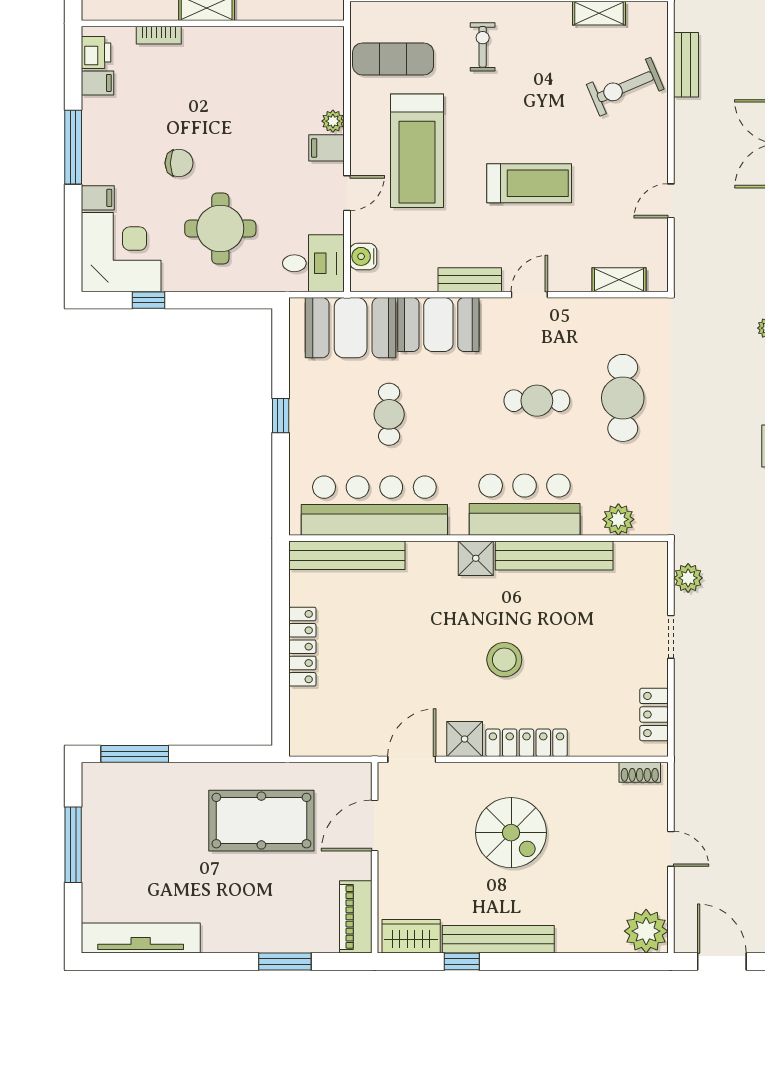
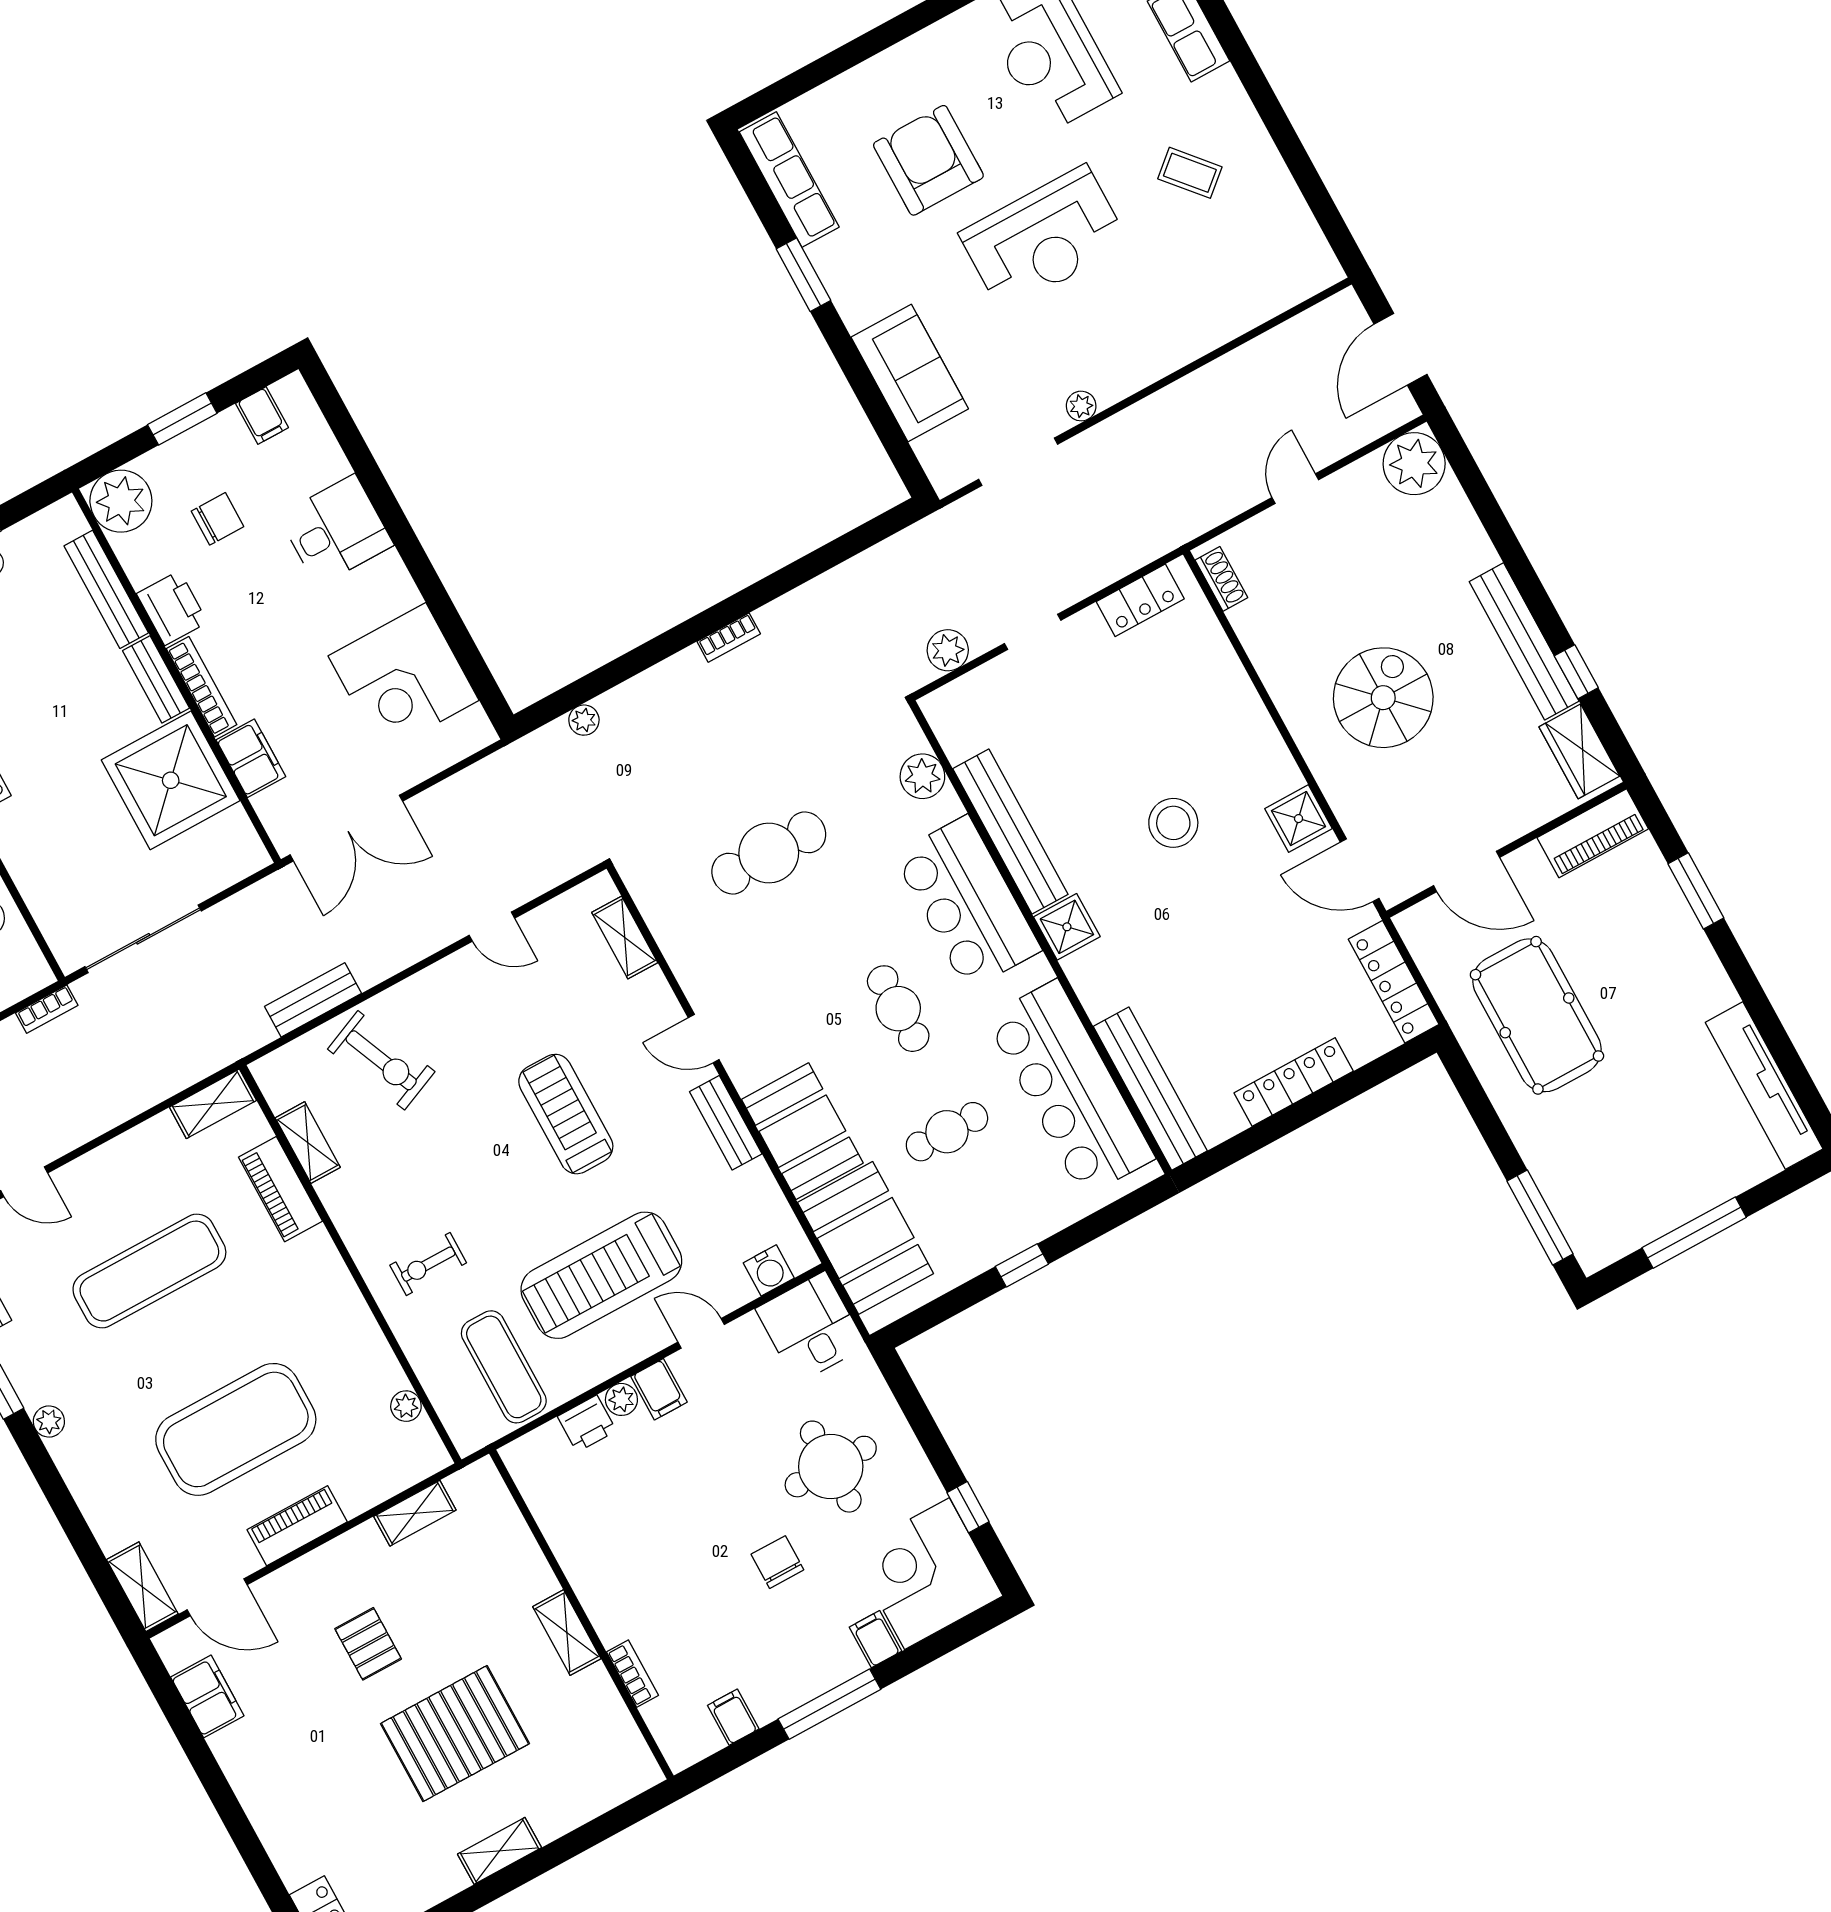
printer: (96, 53) -> (587, 1424), moved, turned 180
treadmill: (417, 151) -> (601, 1275), turned 180
cafe table: (537, 401) -> (898, 1009), moved
locker: (526, 743) -> (1394, 982), moved

